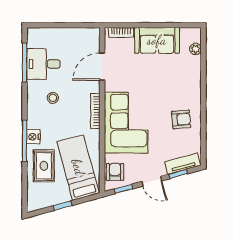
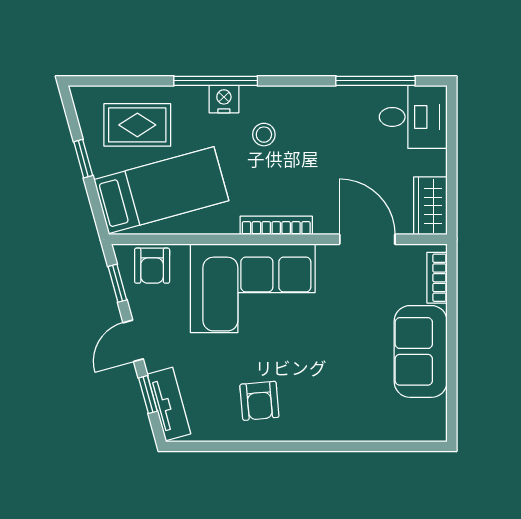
wardrobe: (86, 36) -> (430, 206), added
plant: (195, 49) -> (403, 430), removed
desk: (43, 64) -> (413, 117), moved, turned 90
stool: (53, 98) -> (264, 135), moved
rug: (44, 166) -> (137, 125), moved
armchair: (115, 172) -> (152, 266), turned 90

